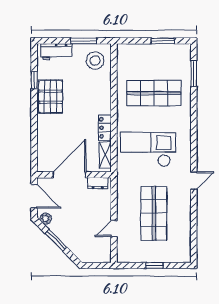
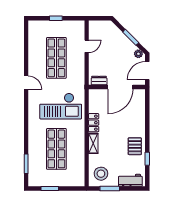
shop shelf: (154, 93) -> (56, 149), turned 90
pallet: (51, 97) -> (135, 146), width x0.67, depth x0.71
shelving: (105, 155) -> (93, 143), moved
door: (194, 181) -> (26, 83), swing flipped
door: (34, 196) -> (147, 71), hinge flipped

